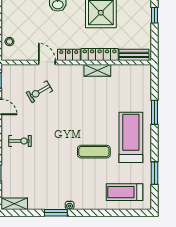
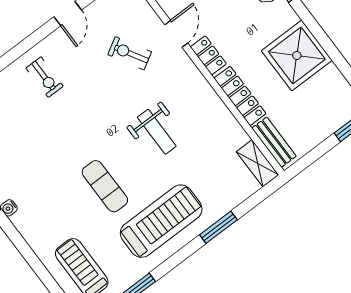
shelving: (97, 70) -> (258, 163), moved
weight bench: (87, 107) -> (157, 132), added

